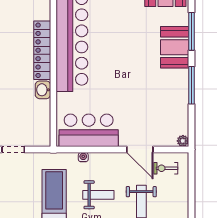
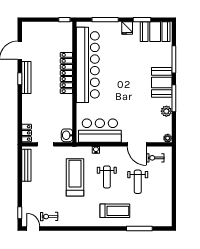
booth: (175, 47) -> (162, 82), moved
washbasin: (43, 90) -> (67, 135), moved
plant: (181, 103) -> (166, 111), added
weight bench: (98, 195) -> (107, 177), turned 90

